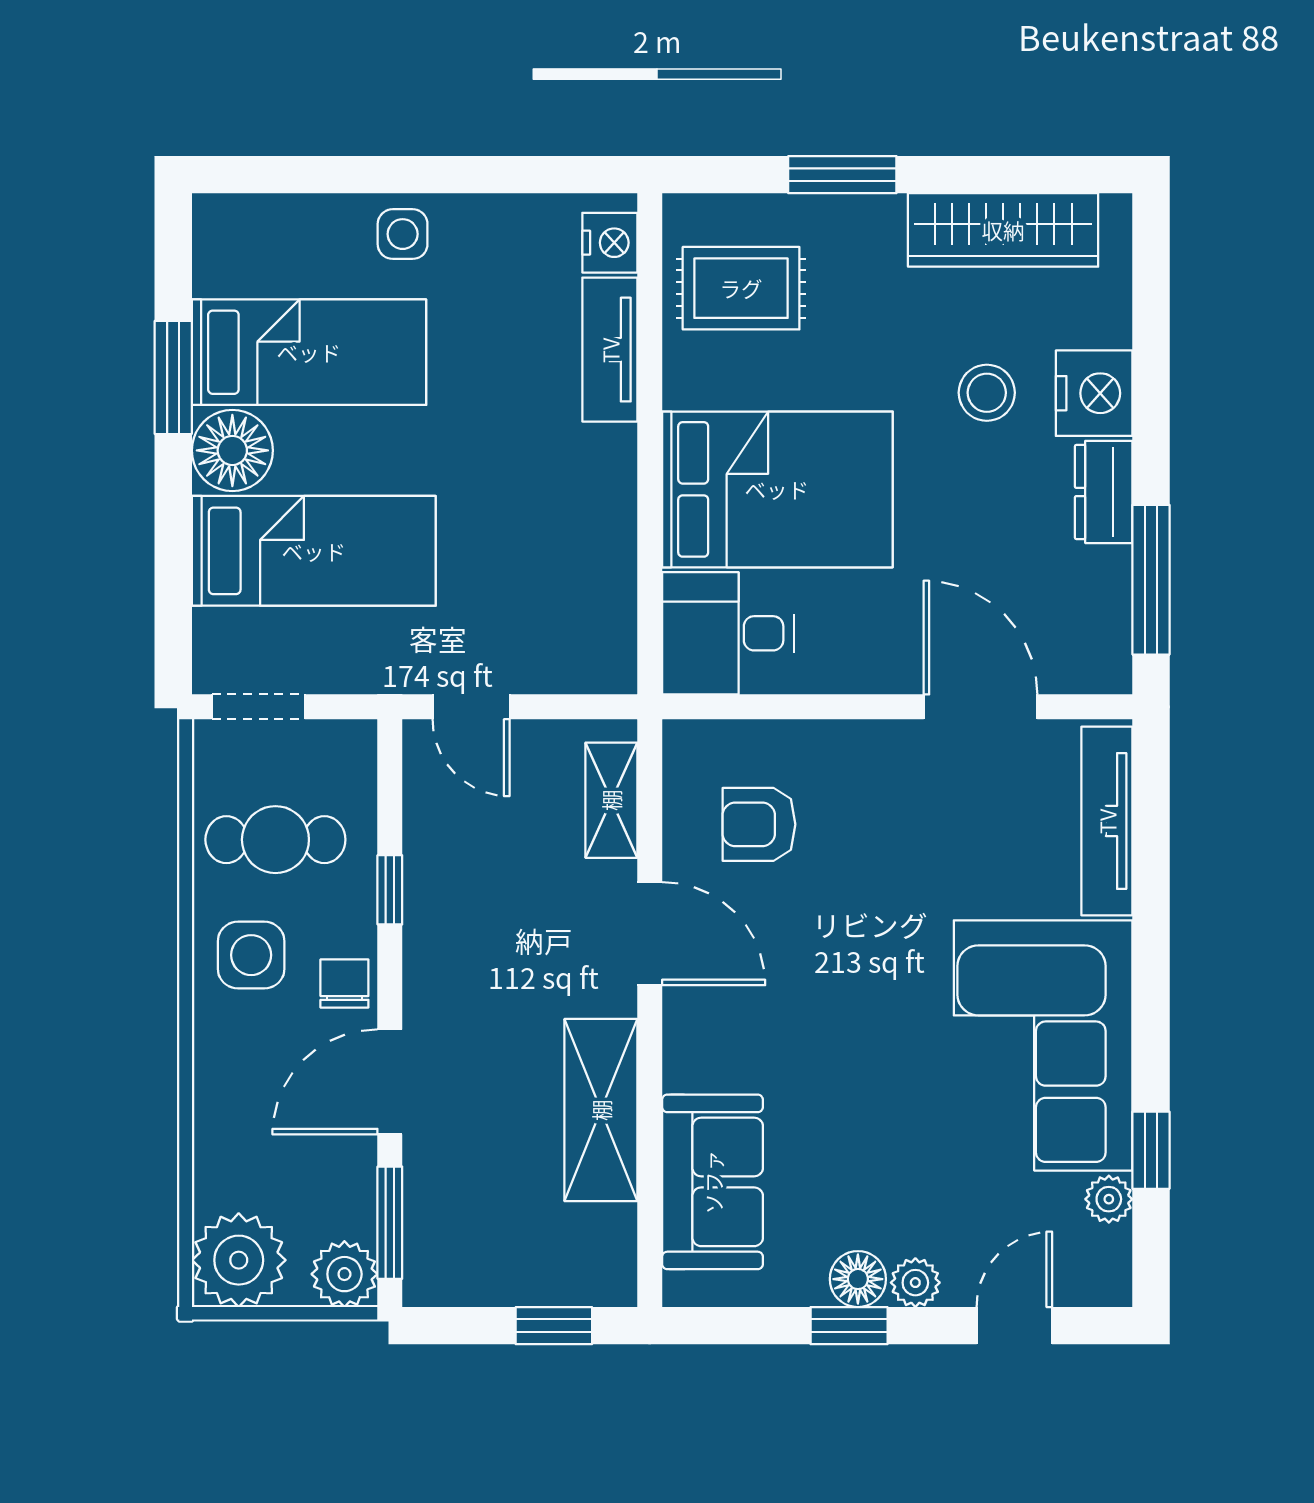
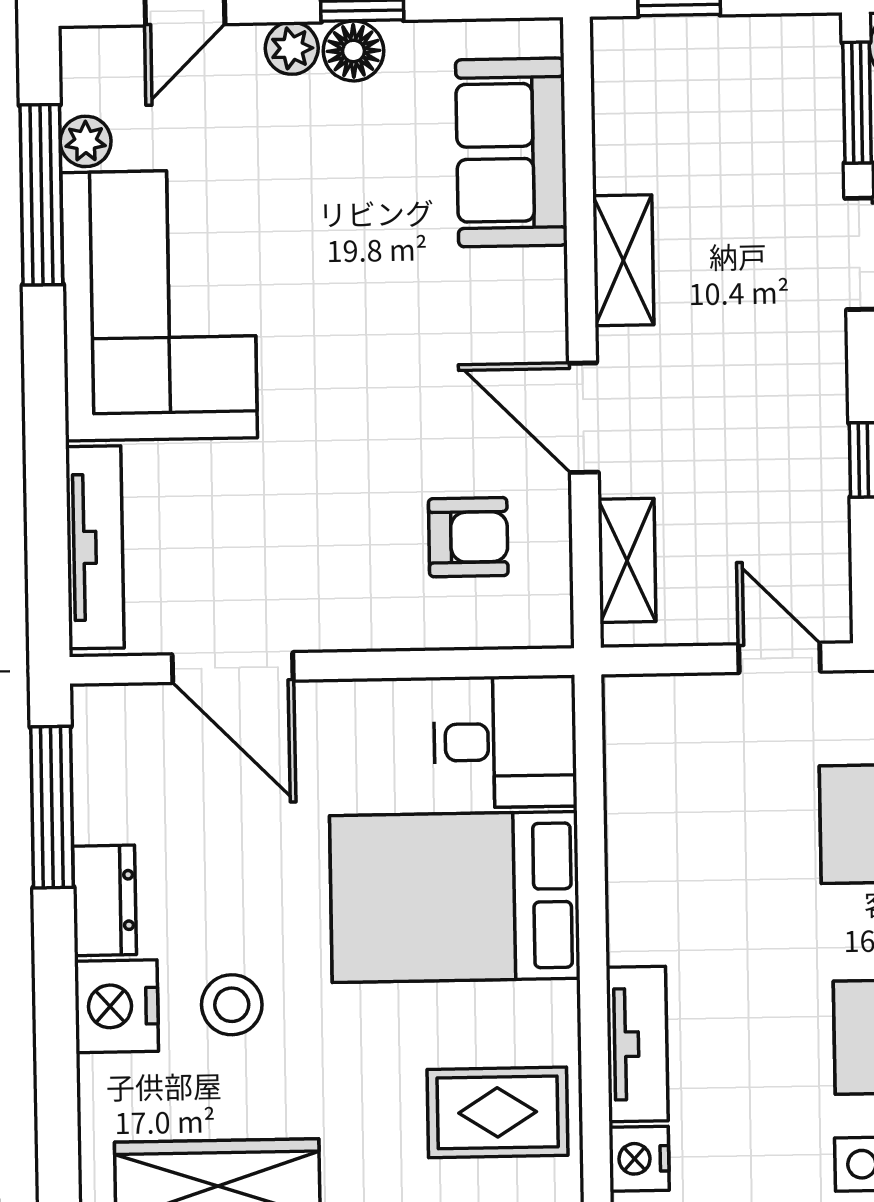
shelving: (601, 1110) -> (623, 260), width x0.67, depth x0.75
window: (1151, 1150) -> (41, 195), width x2.17

